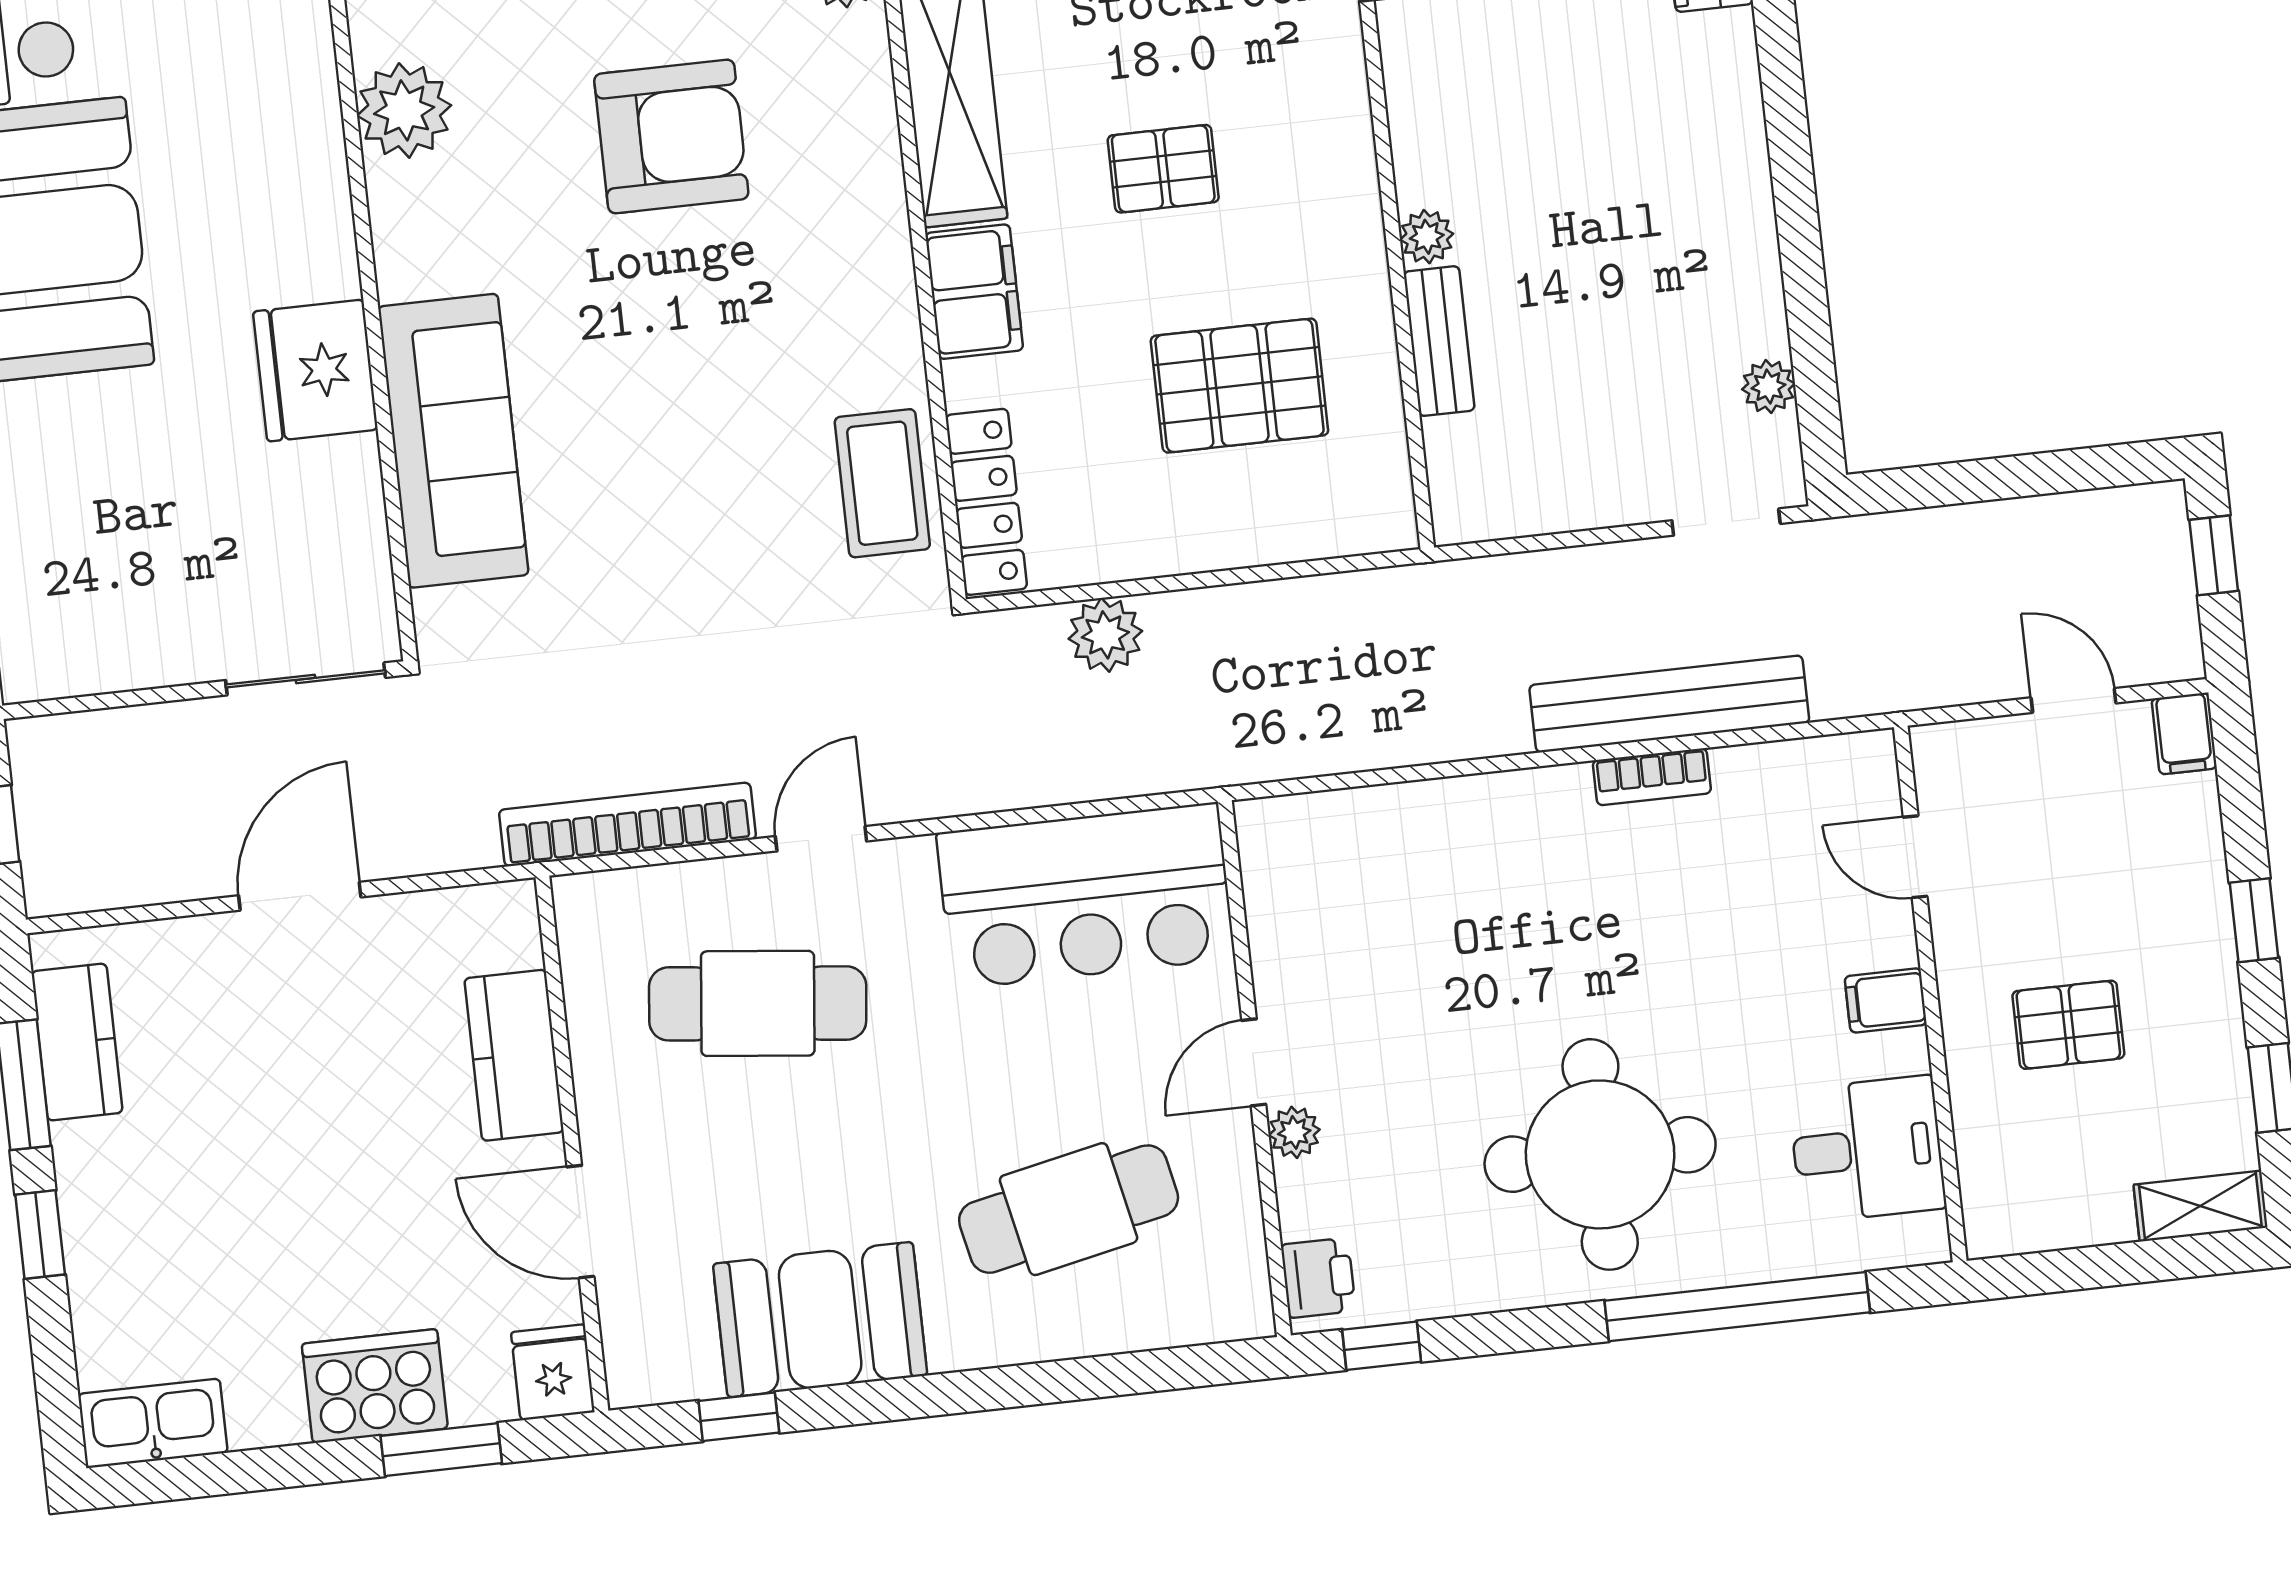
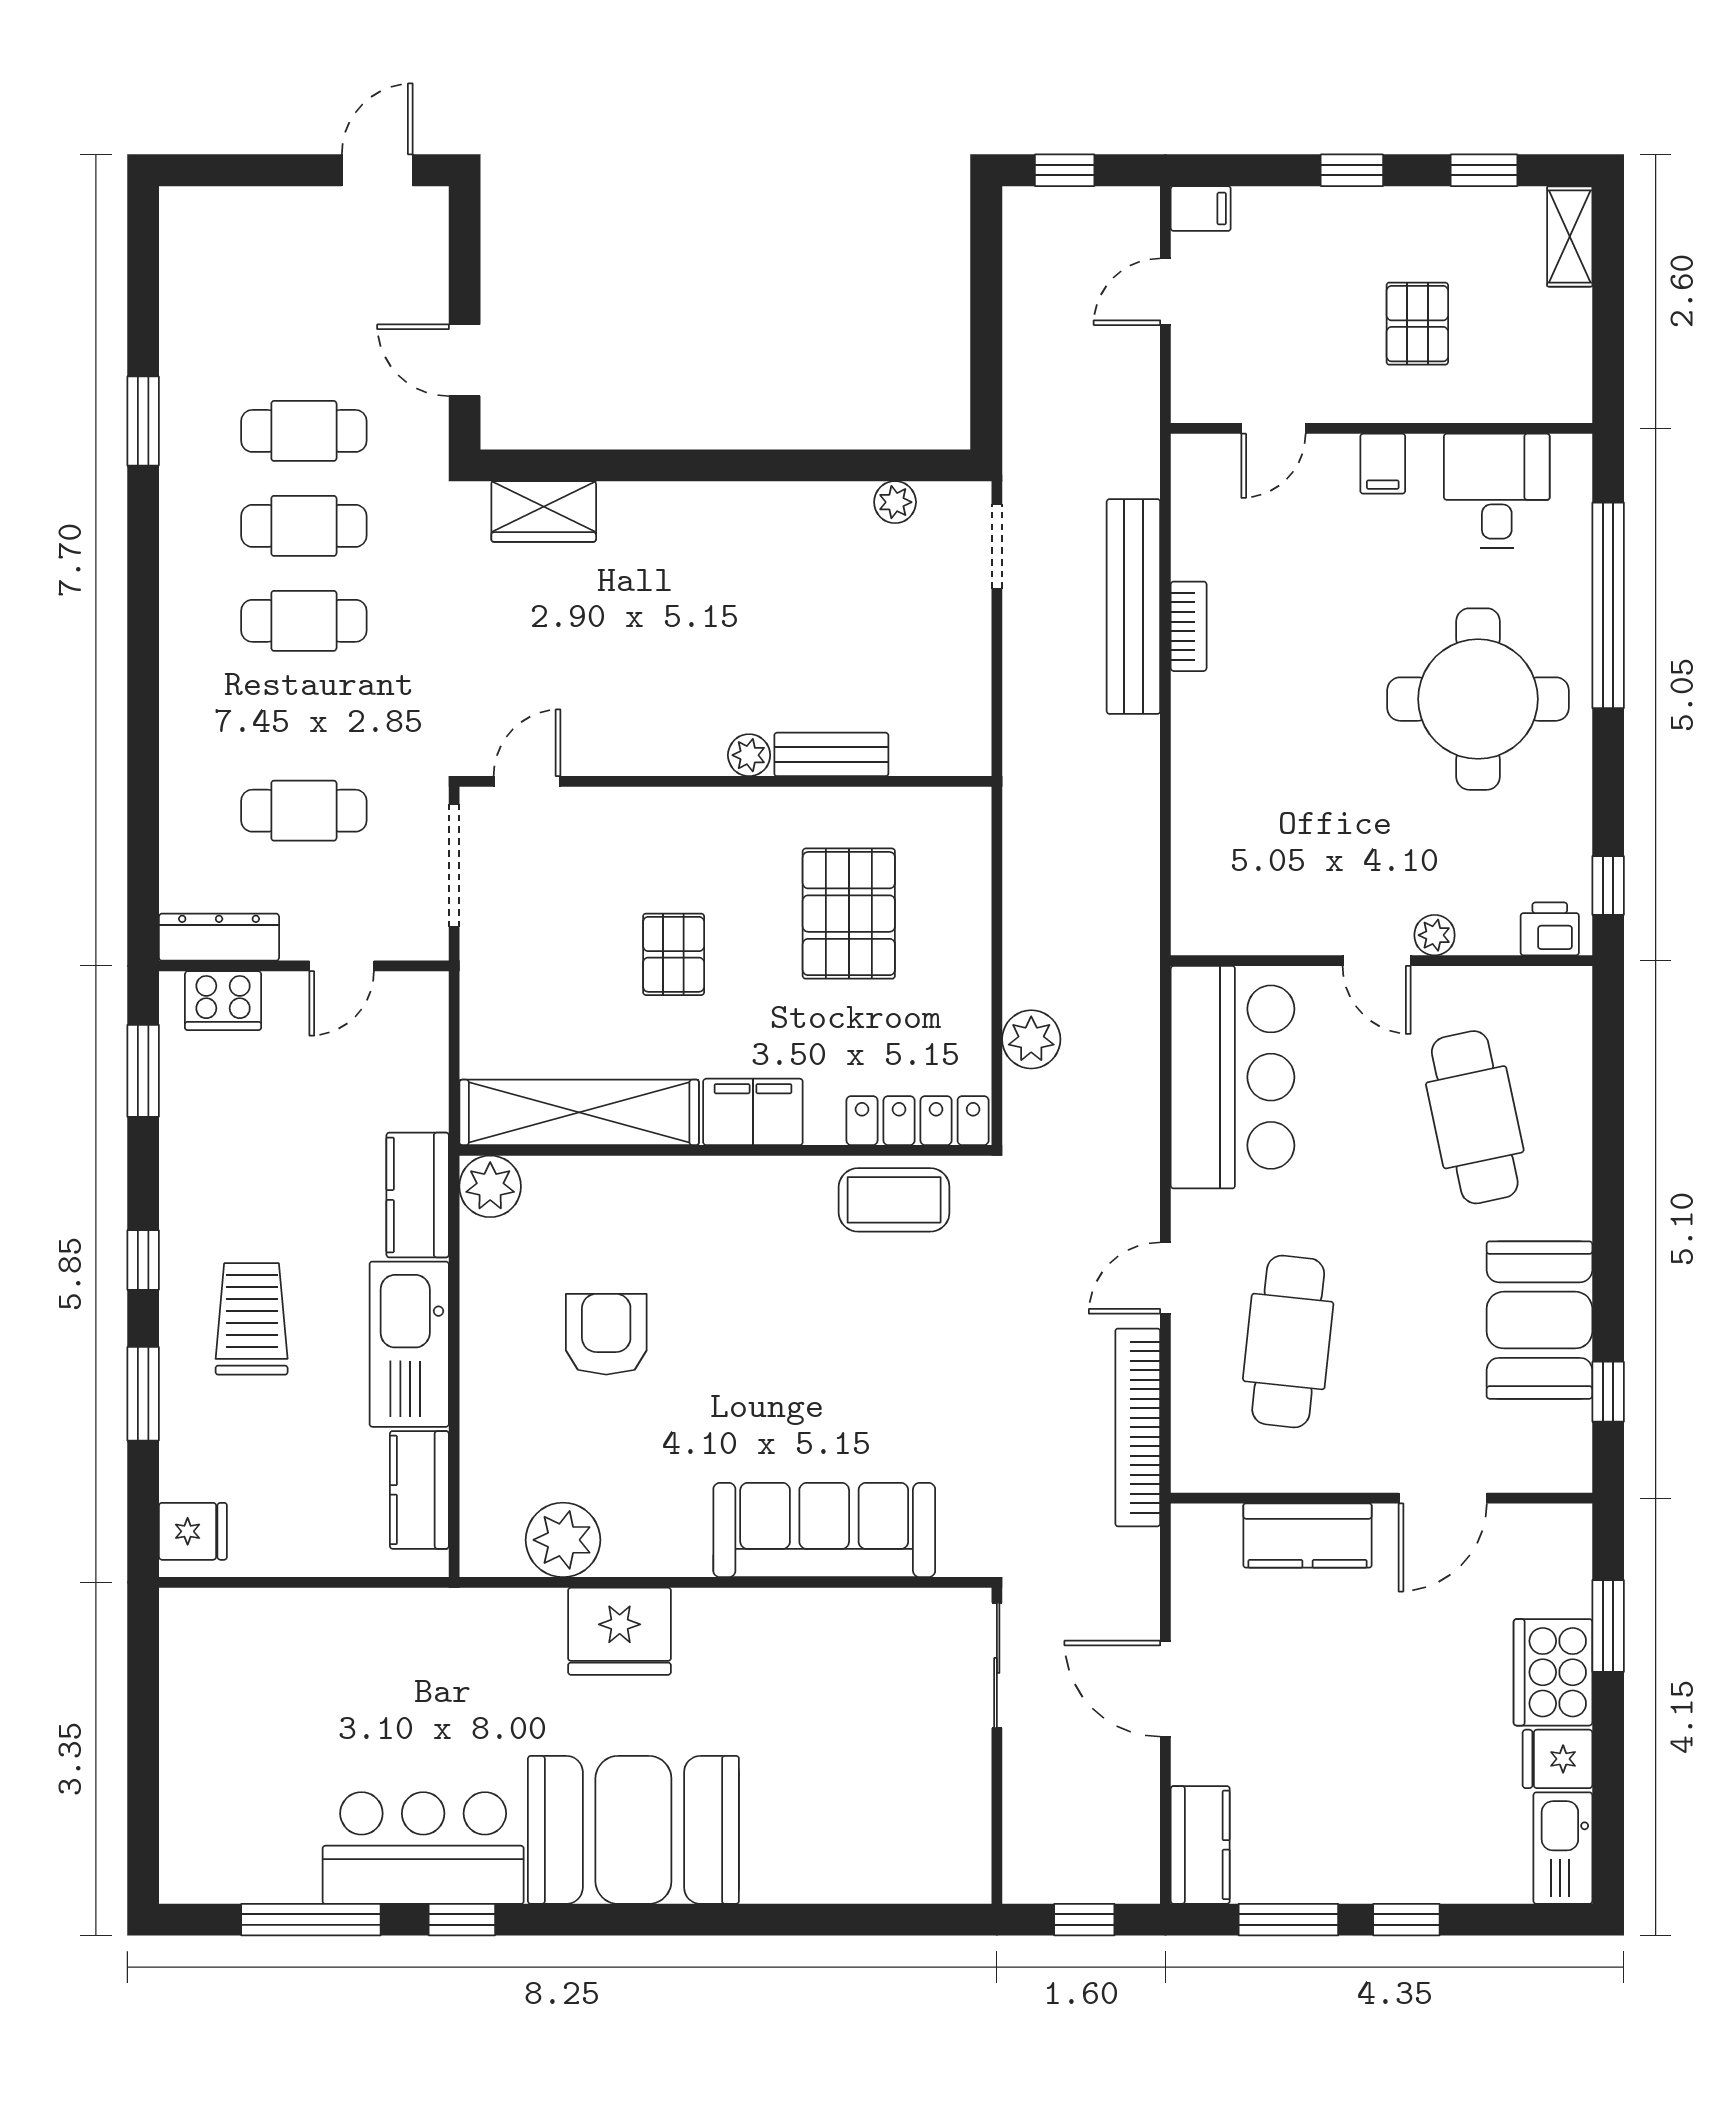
armchair: (671, 136) -> (606, 1334), width x0.73, depth x0.73
fridge: (315, 371) -> (620, 1631), moved
door: (821, 839) -> (1165, 1278), hinge flipped
kitchen counter: (77, 1042) -> (1200, 1845), moved, turned 90
fridge: (553, 1372) -> (1557, 1759), moved

